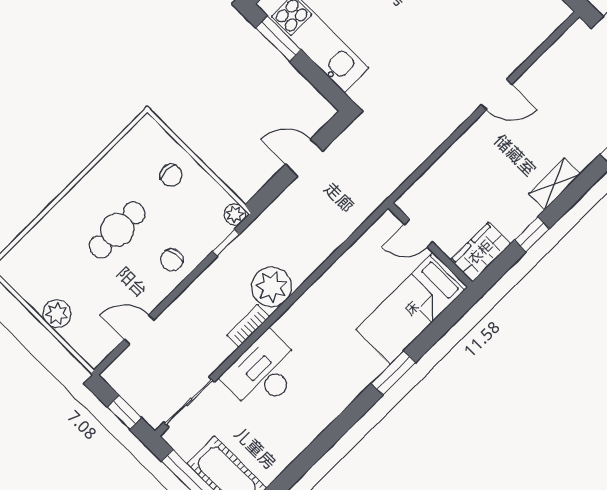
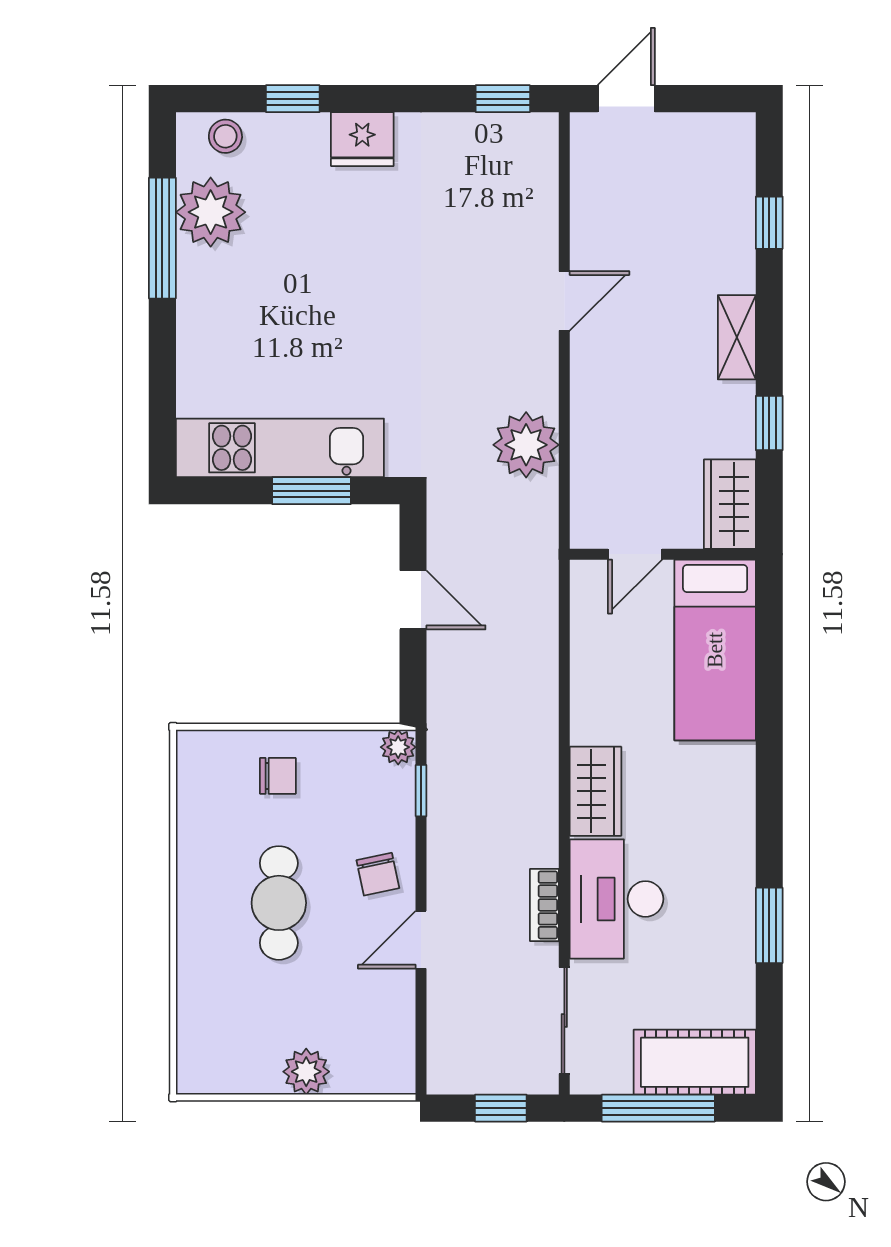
window: (278, 39) -> (312, 491), moved
door: (304, 158) -> (413, 600), swing flipped
plant: (272, 287) -> (526, 445), moved
wardrobe: (300, 317) -> (595, 791), added
bookcase: (248, 326) -> (544, 905), moved
door: (139, 330) -> (421, 940), moved
window: (393, 373) -> (769, 925), moved

